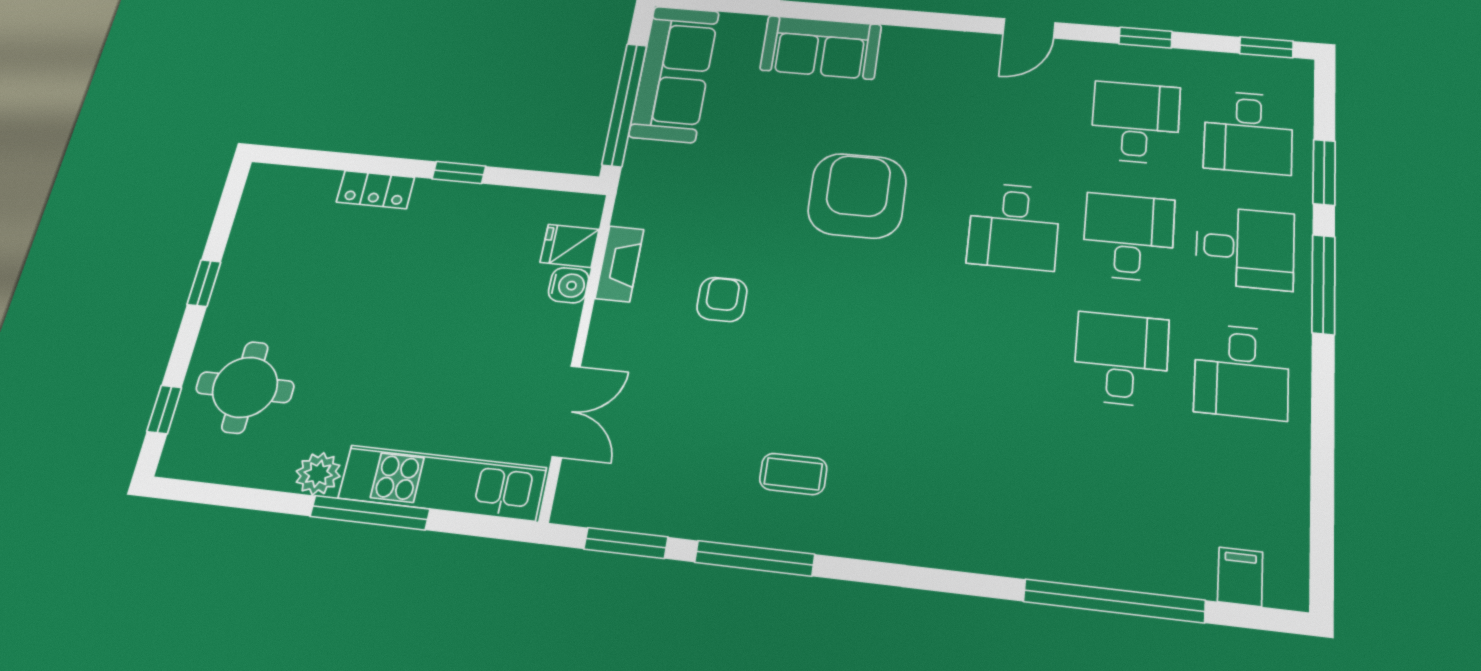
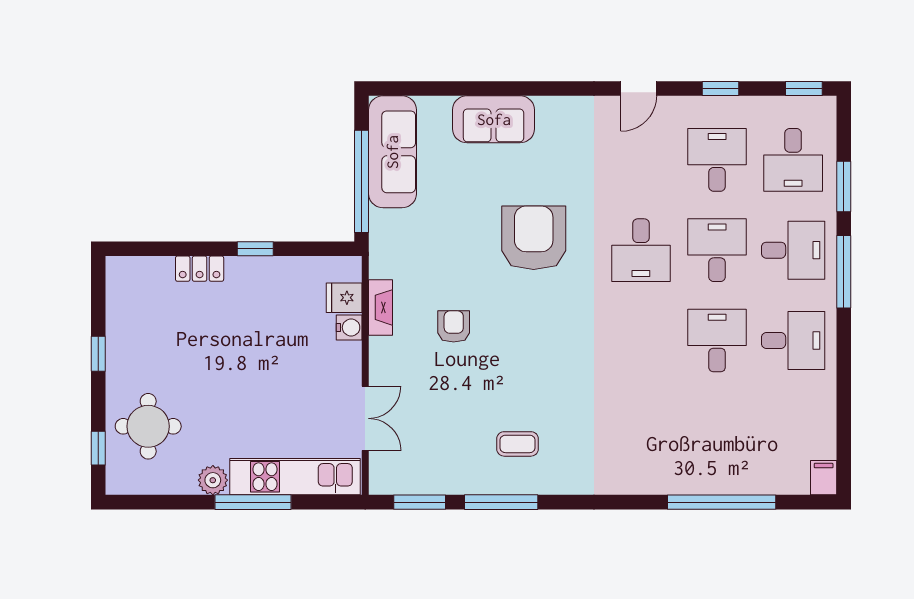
desk: (1242, 371) -> (793, 341), turned -90
filing cabinet: (1240, 577) -> (824, 478), moved

